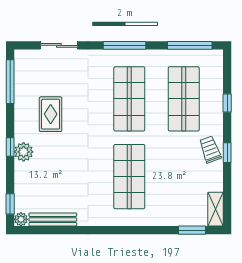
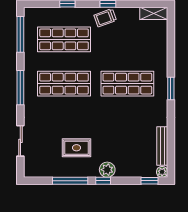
window: (10, 82) -> (70, 181), moved
window: (192, 230) -> (171, 89), moved

